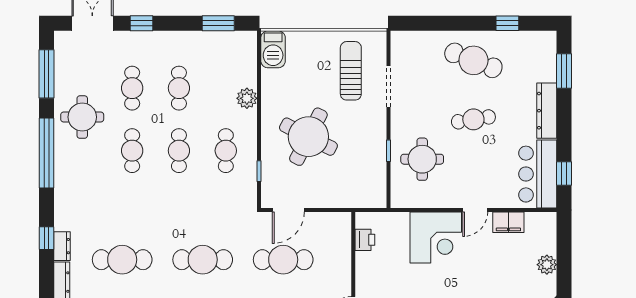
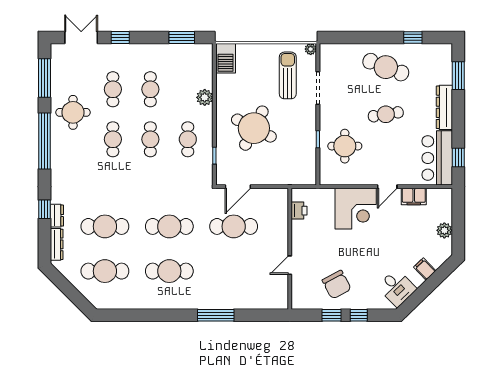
plant: (379, 38) -> (311, 49), added

